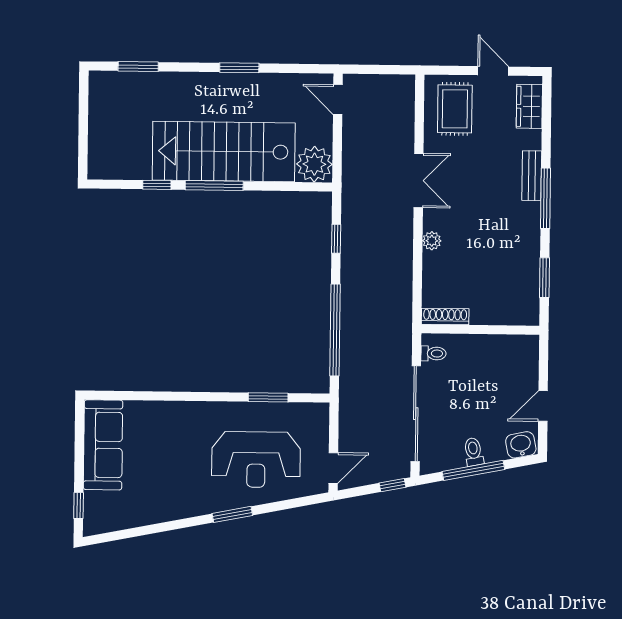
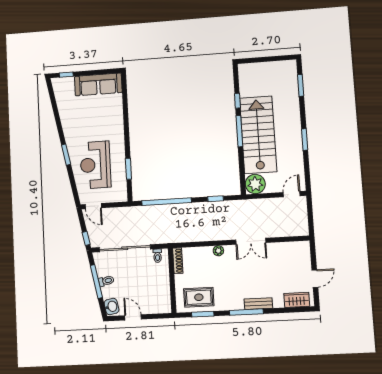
rug: (455, 109) -> (199, 297), moved

